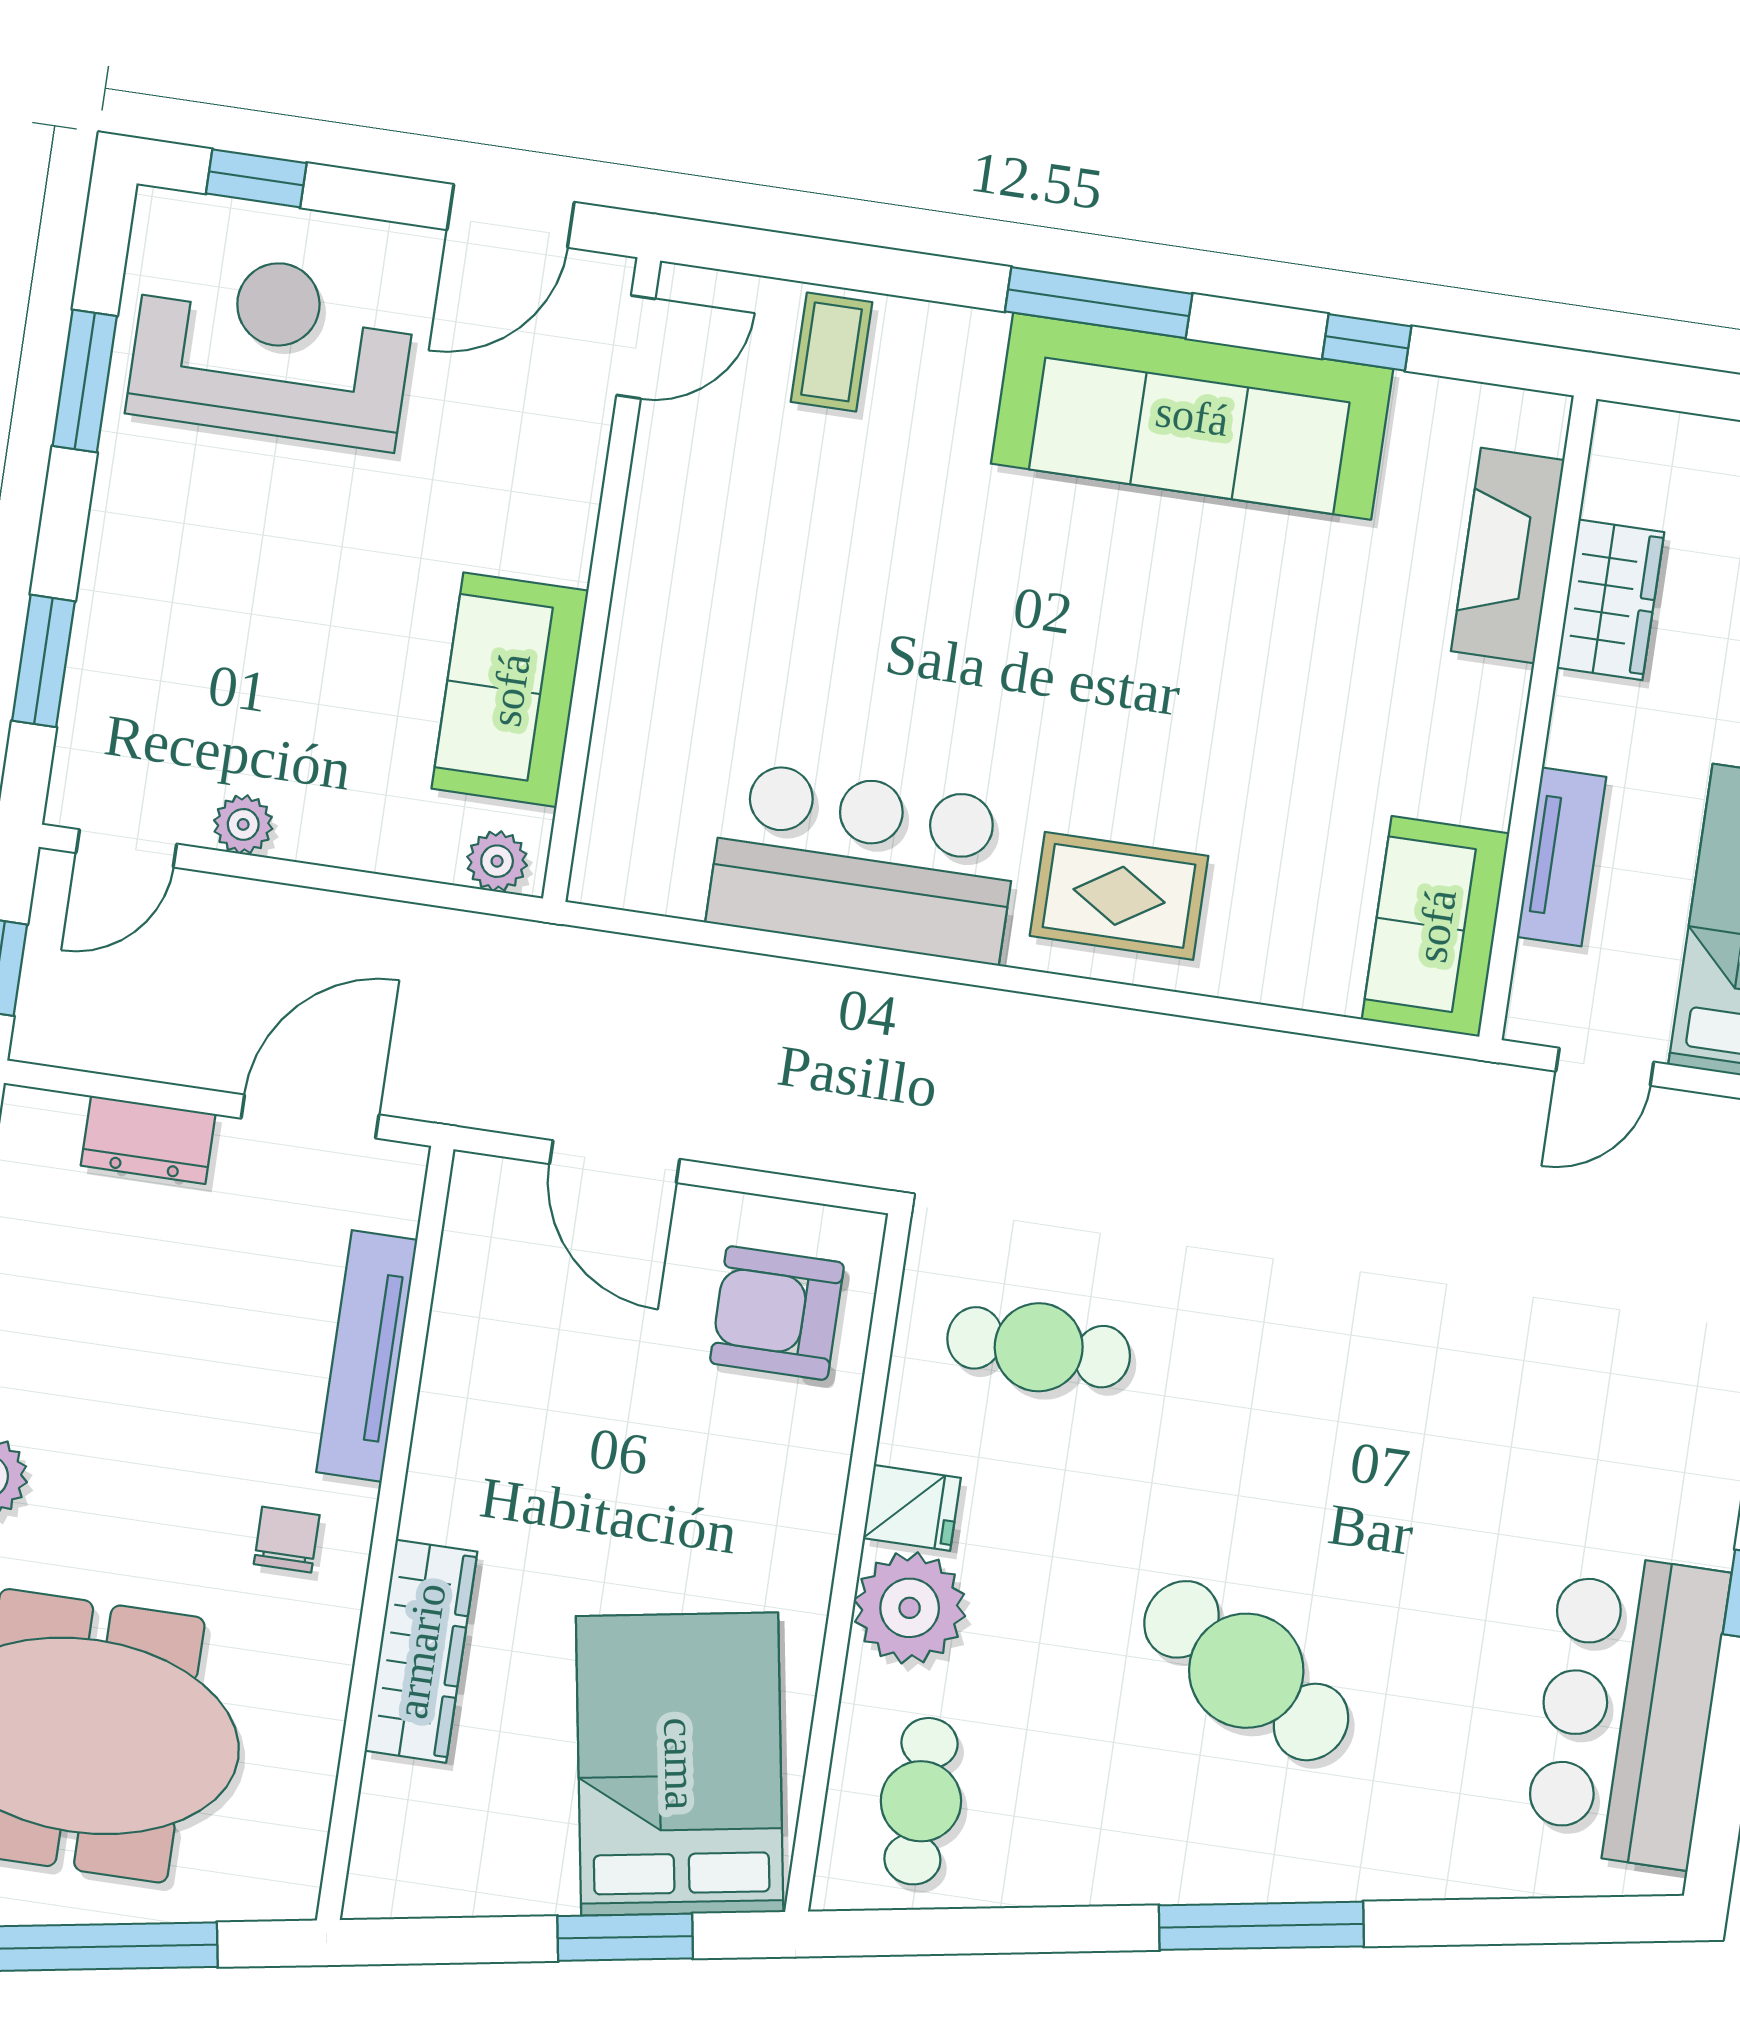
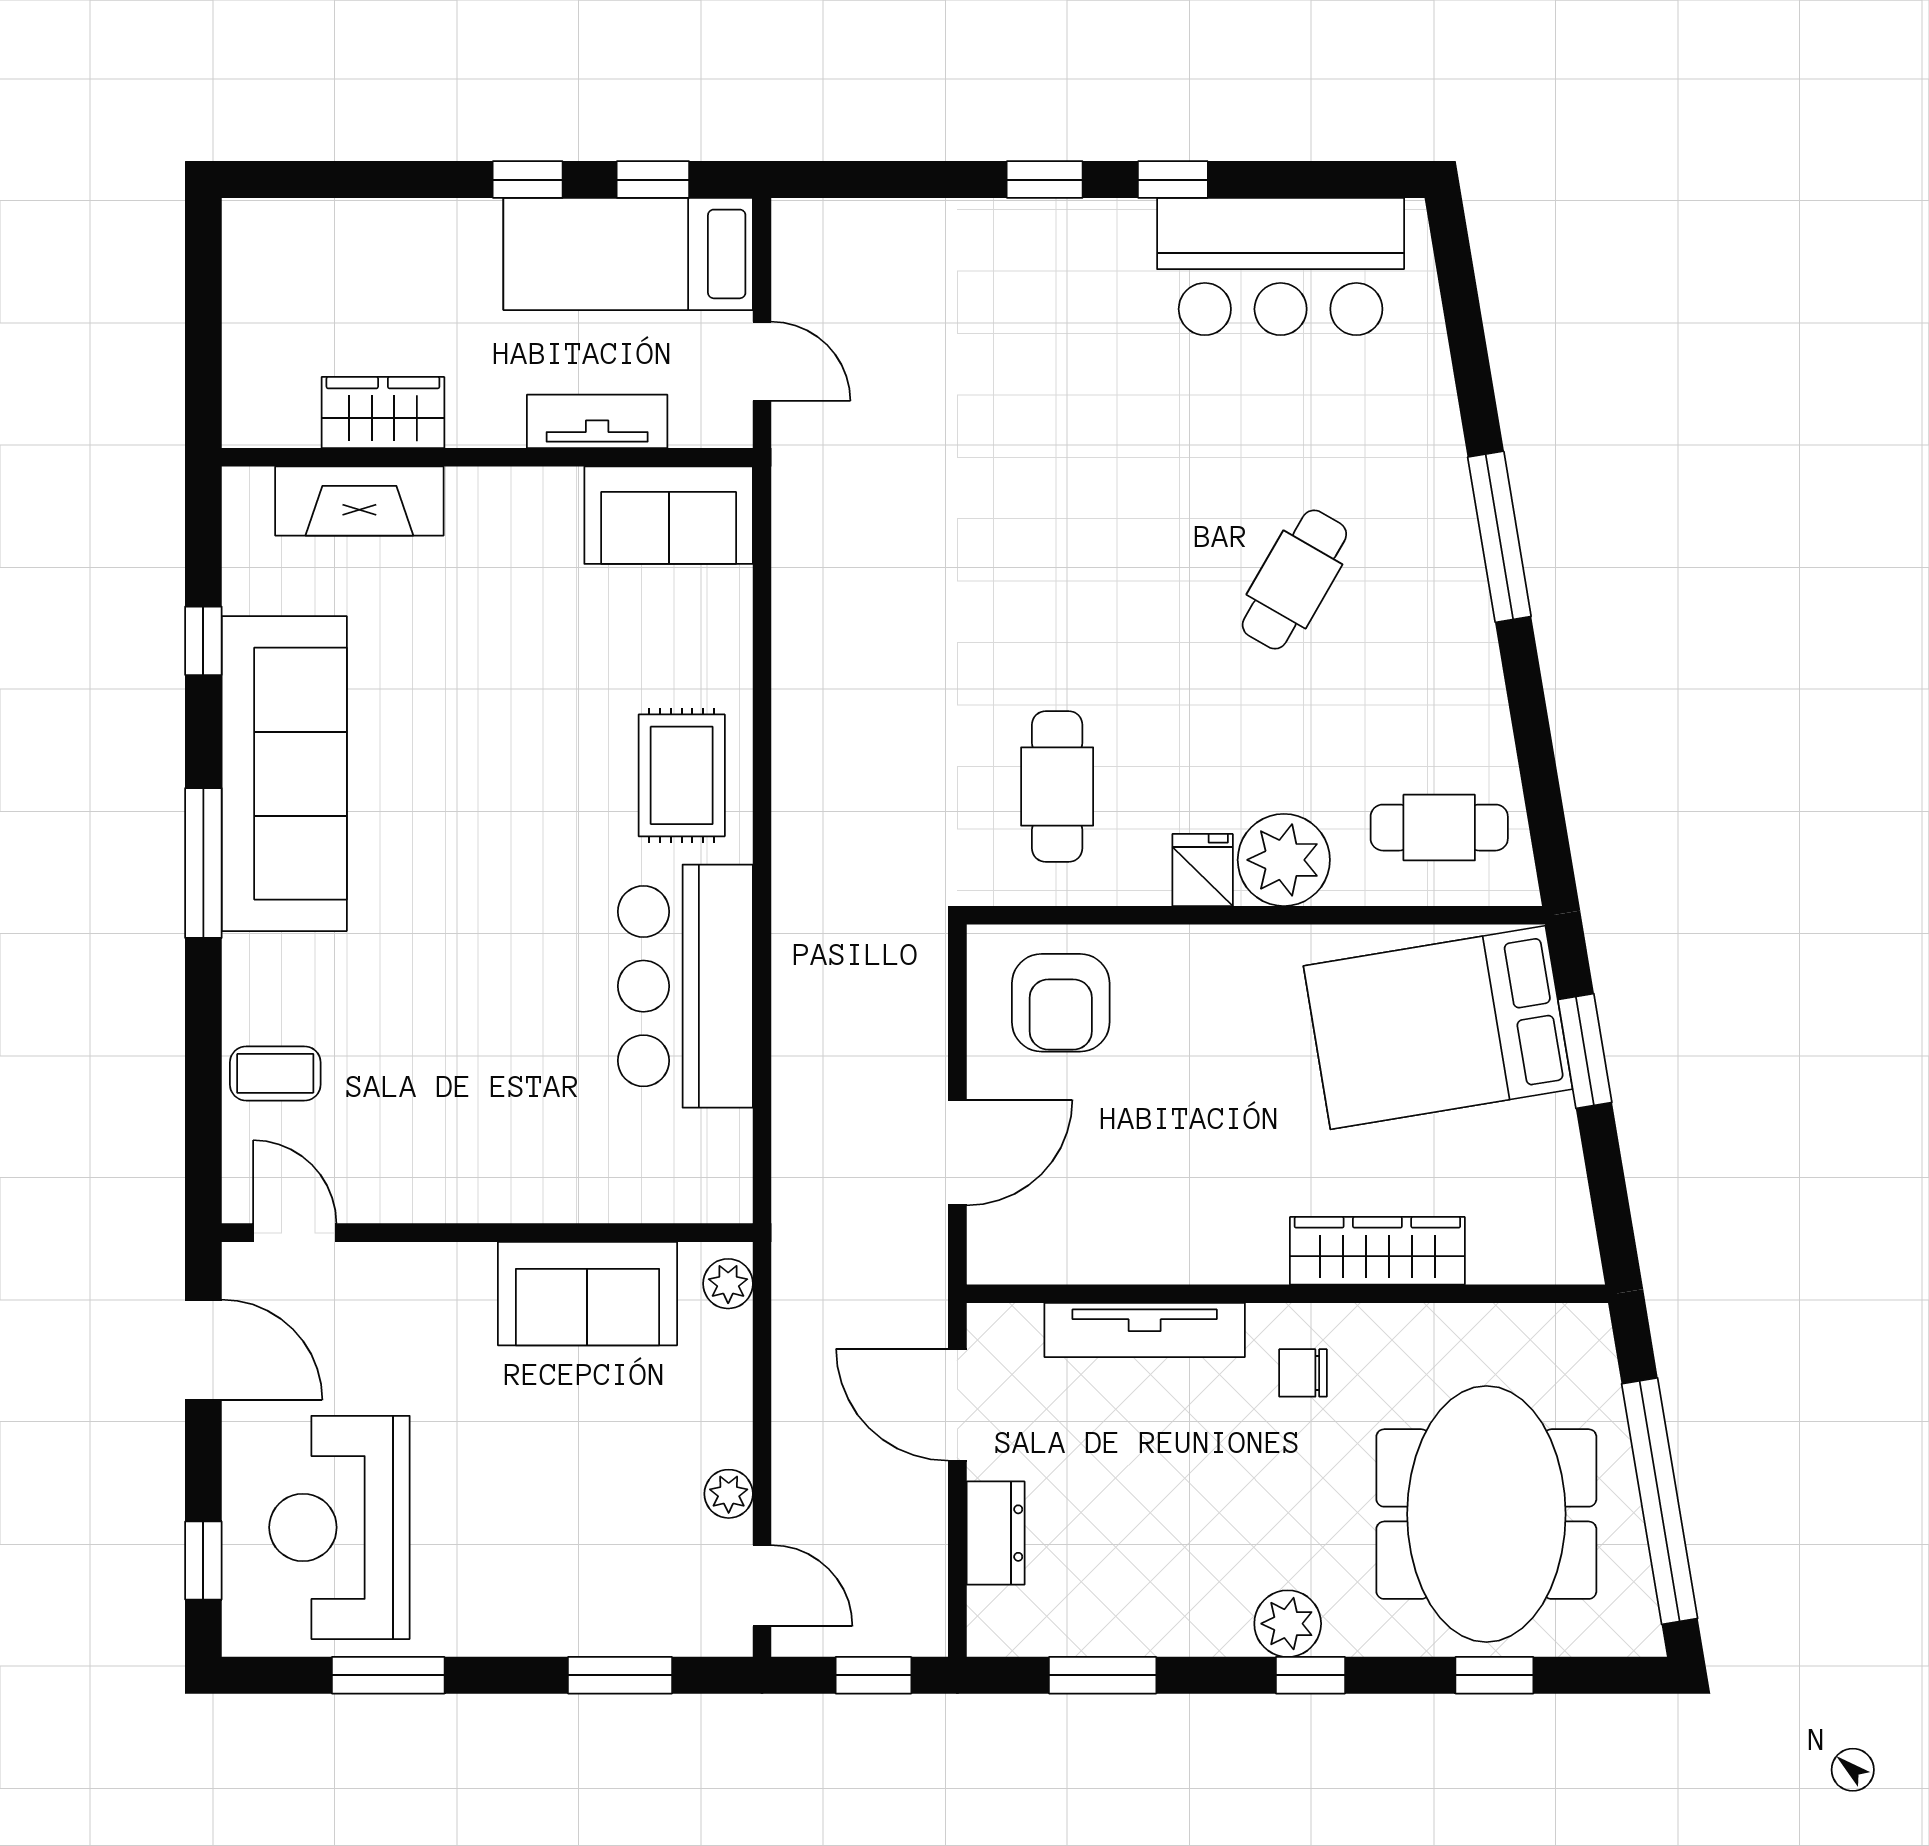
cafe table: (1246, 1671) -> (1294, 580), width x0.73, depth x0.74

